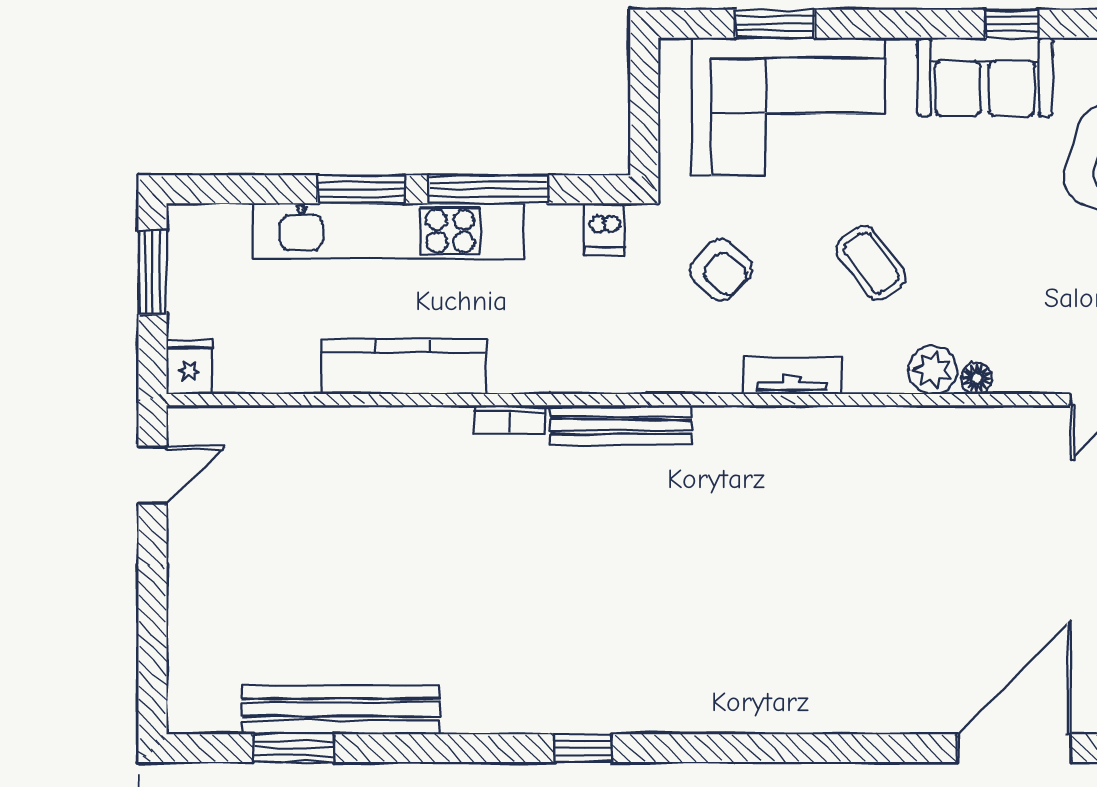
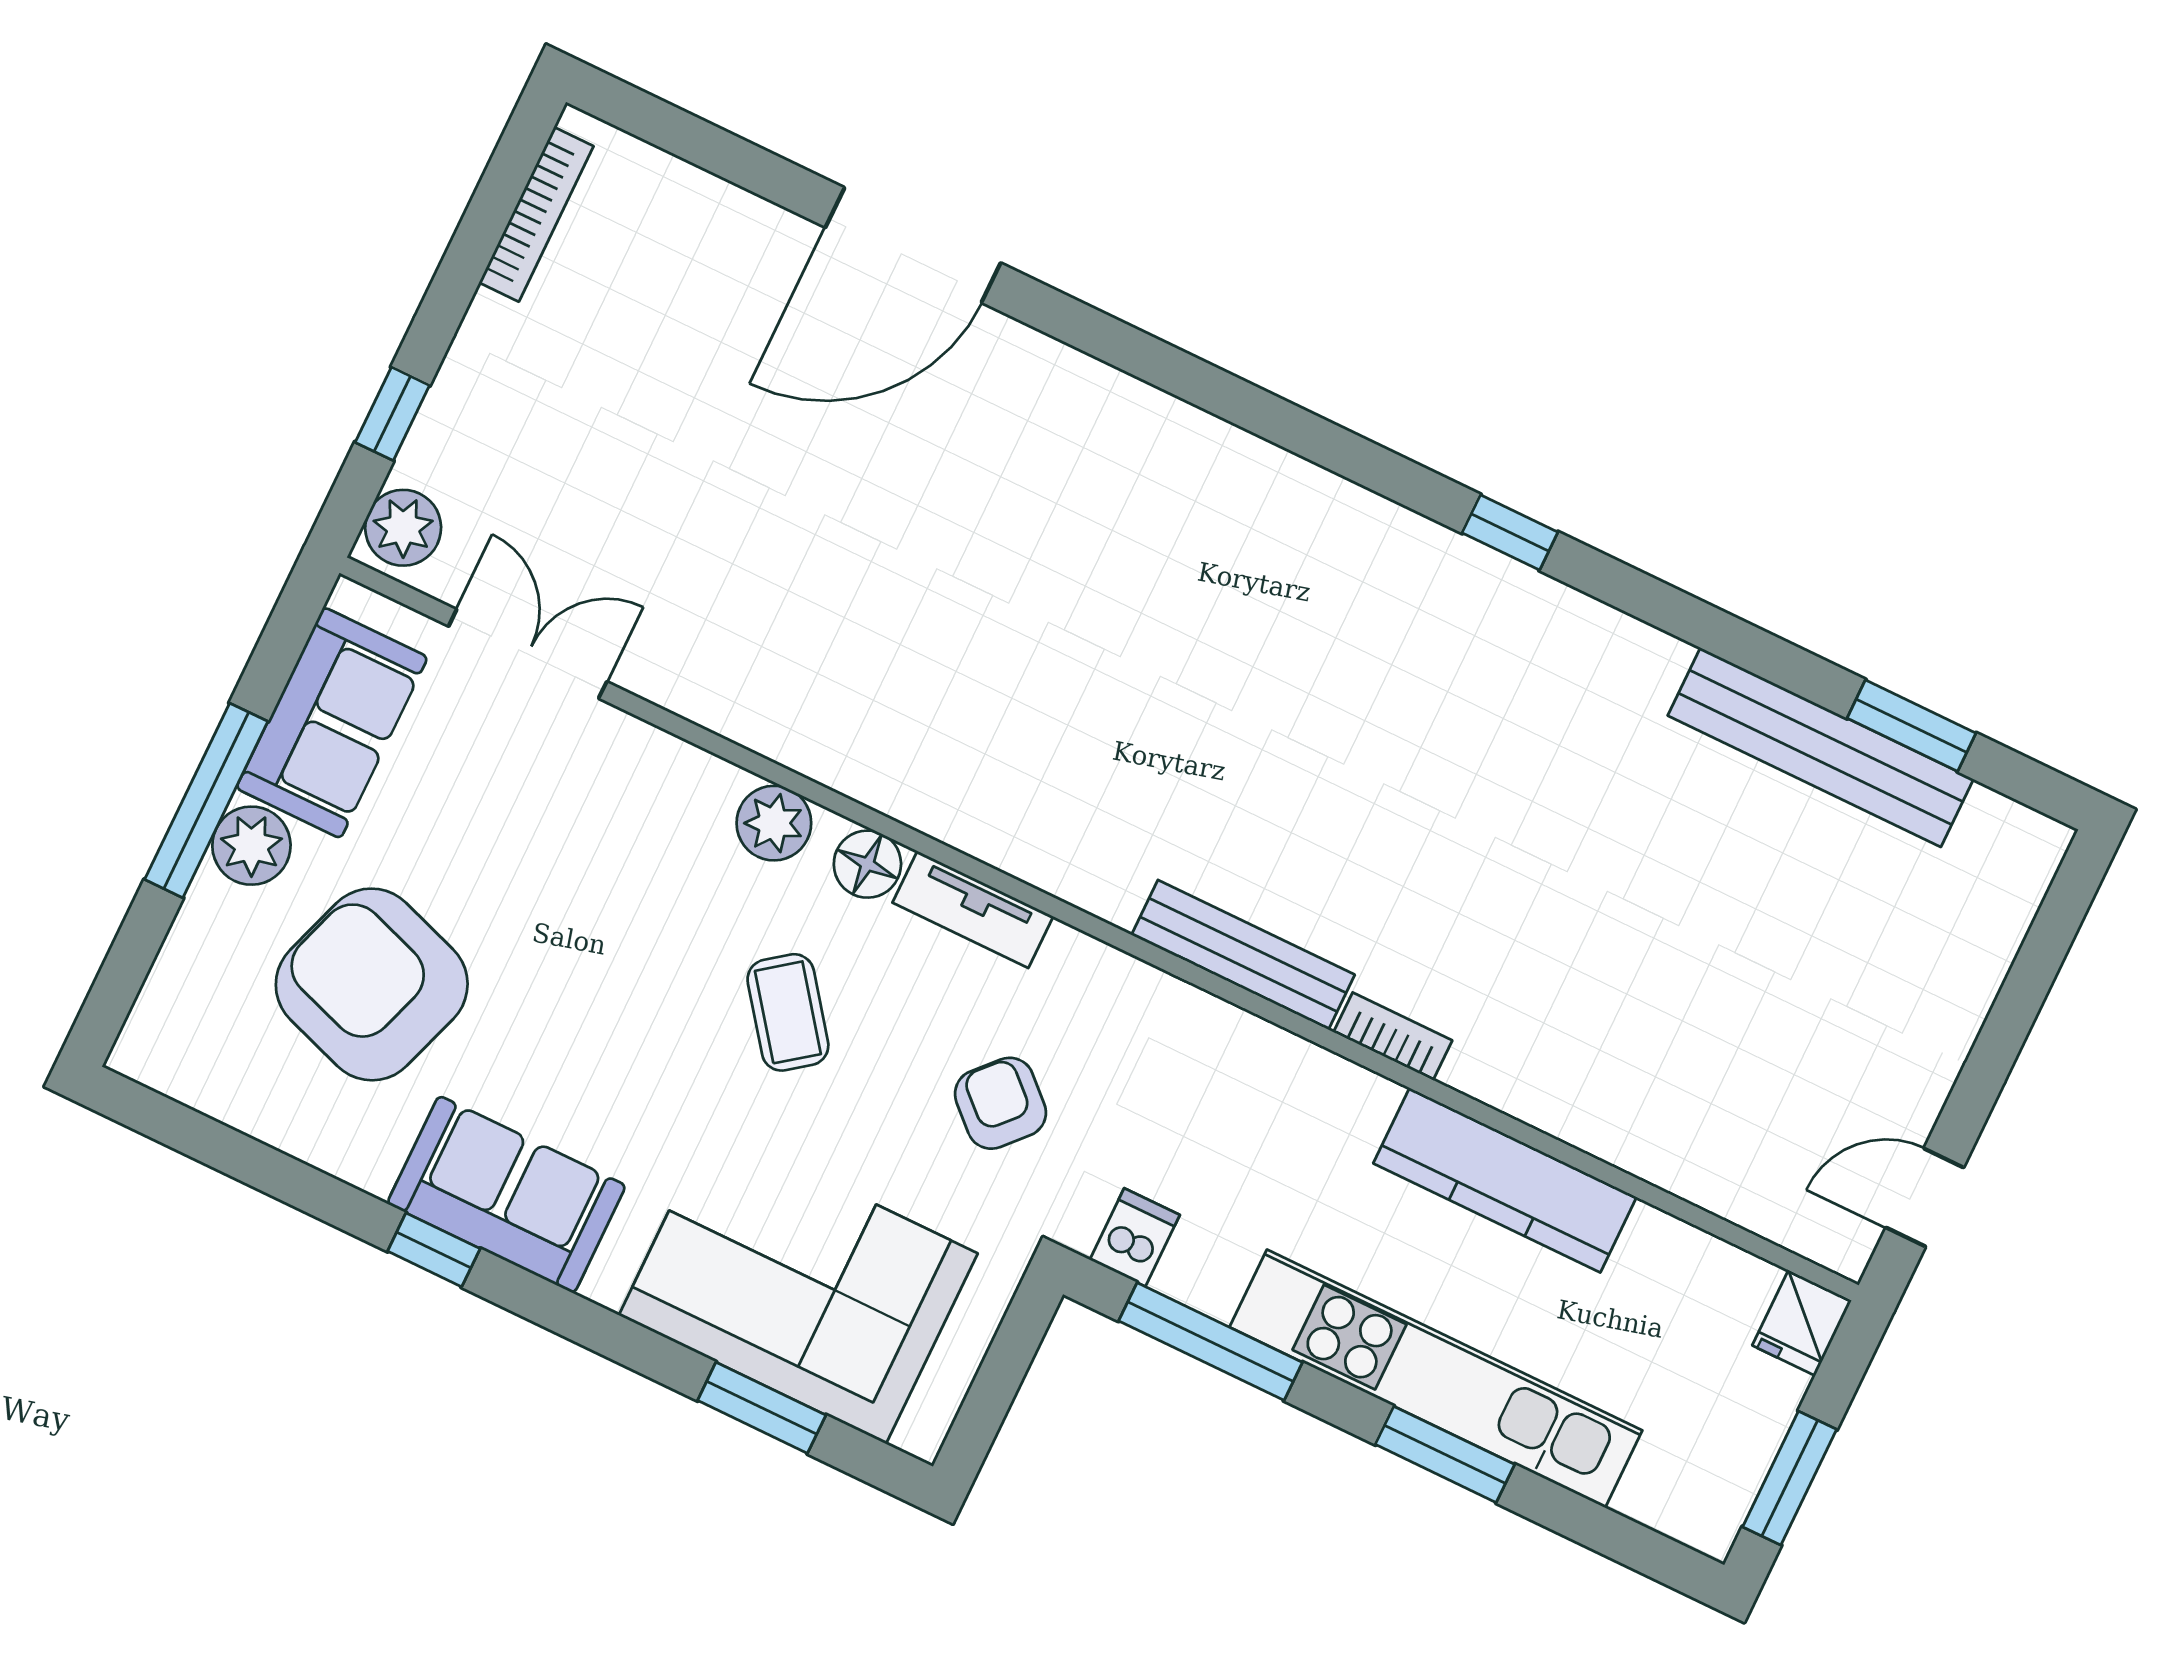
window: (489, 189) -> (1211, 1342), moved
floor lamp: (977, 378) -> (867, 864), moved, width x1.37, depth x1.37

